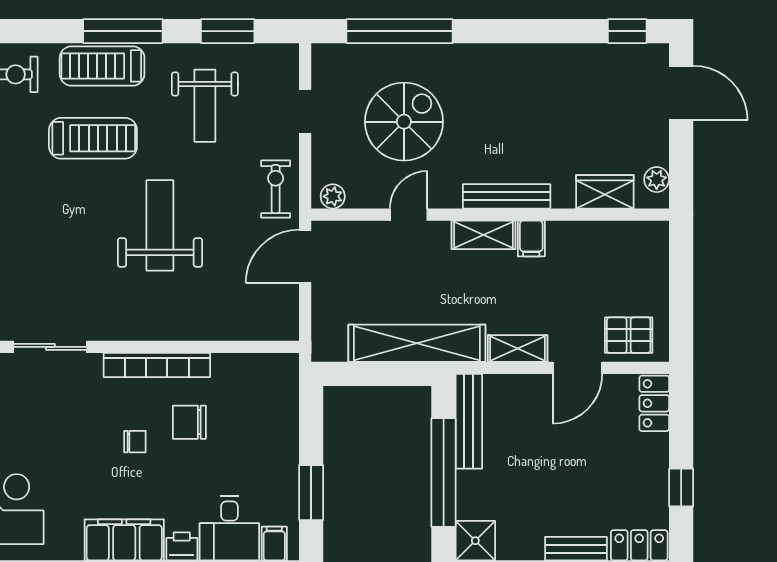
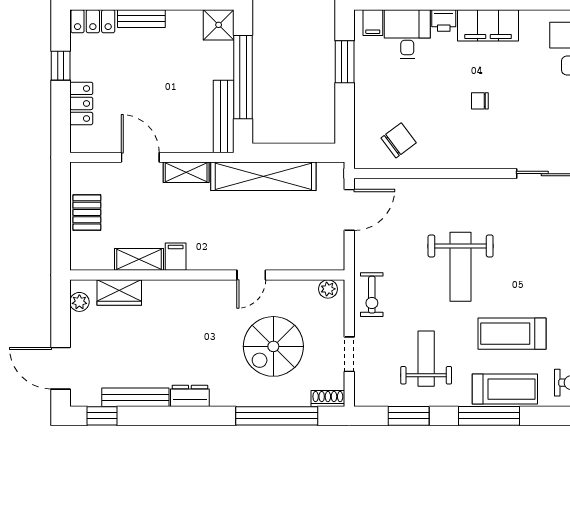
shoe rack: (333, 54) -> (328, 399), added
dresser: (513, 57) -> (190, 396), added
bench: (507, 196) -> (135, 397), moved
door: (409, 215) -> (251, 275), moved
shelving: (484, 235) -> (139, 259), moved
door: (305, 256) -> (349, 210), moved
pallet: (629, 335) -> (87, 212), moved, turned 90
bookcase: (157, 365) -> (463, 160), removed
door: (577, 368) -> (140, 157), hinge flipped
locker: (654, 403) -> (81, 103), moved
chair: (189, 422) -> (399, 140), moved, turned -37

